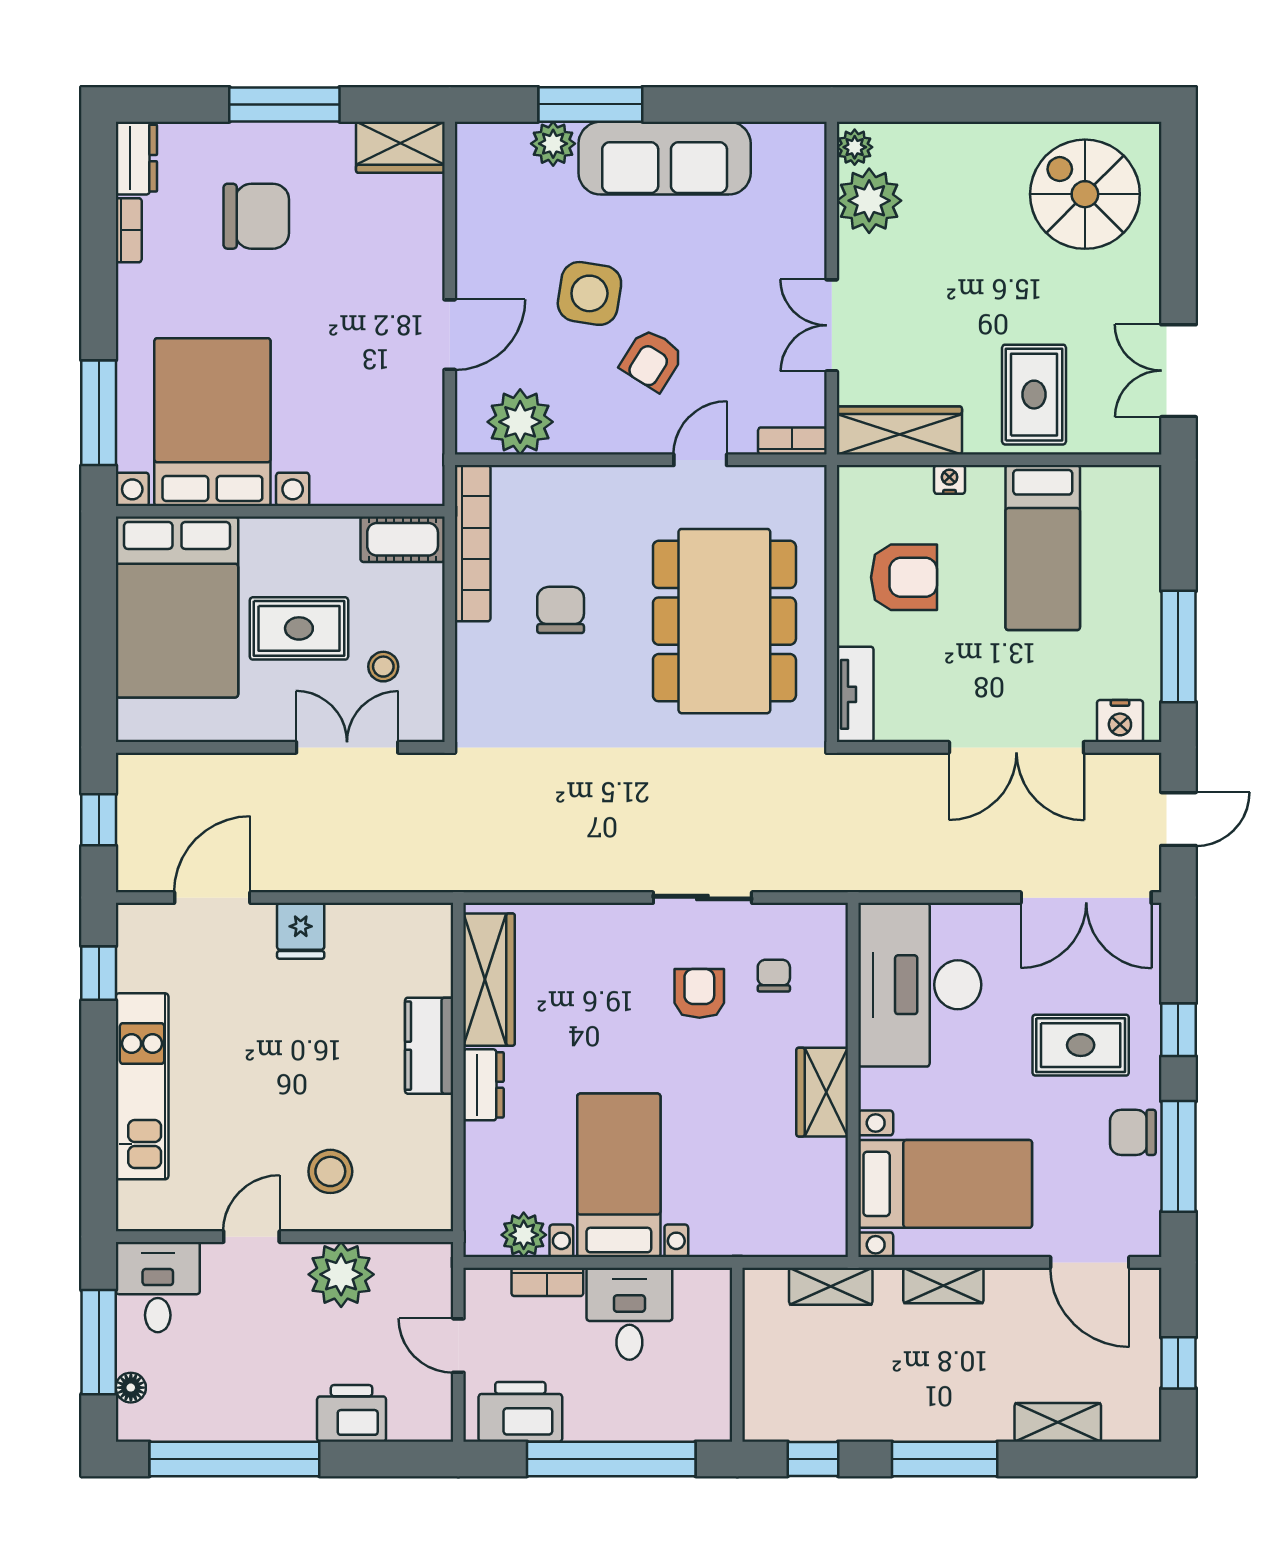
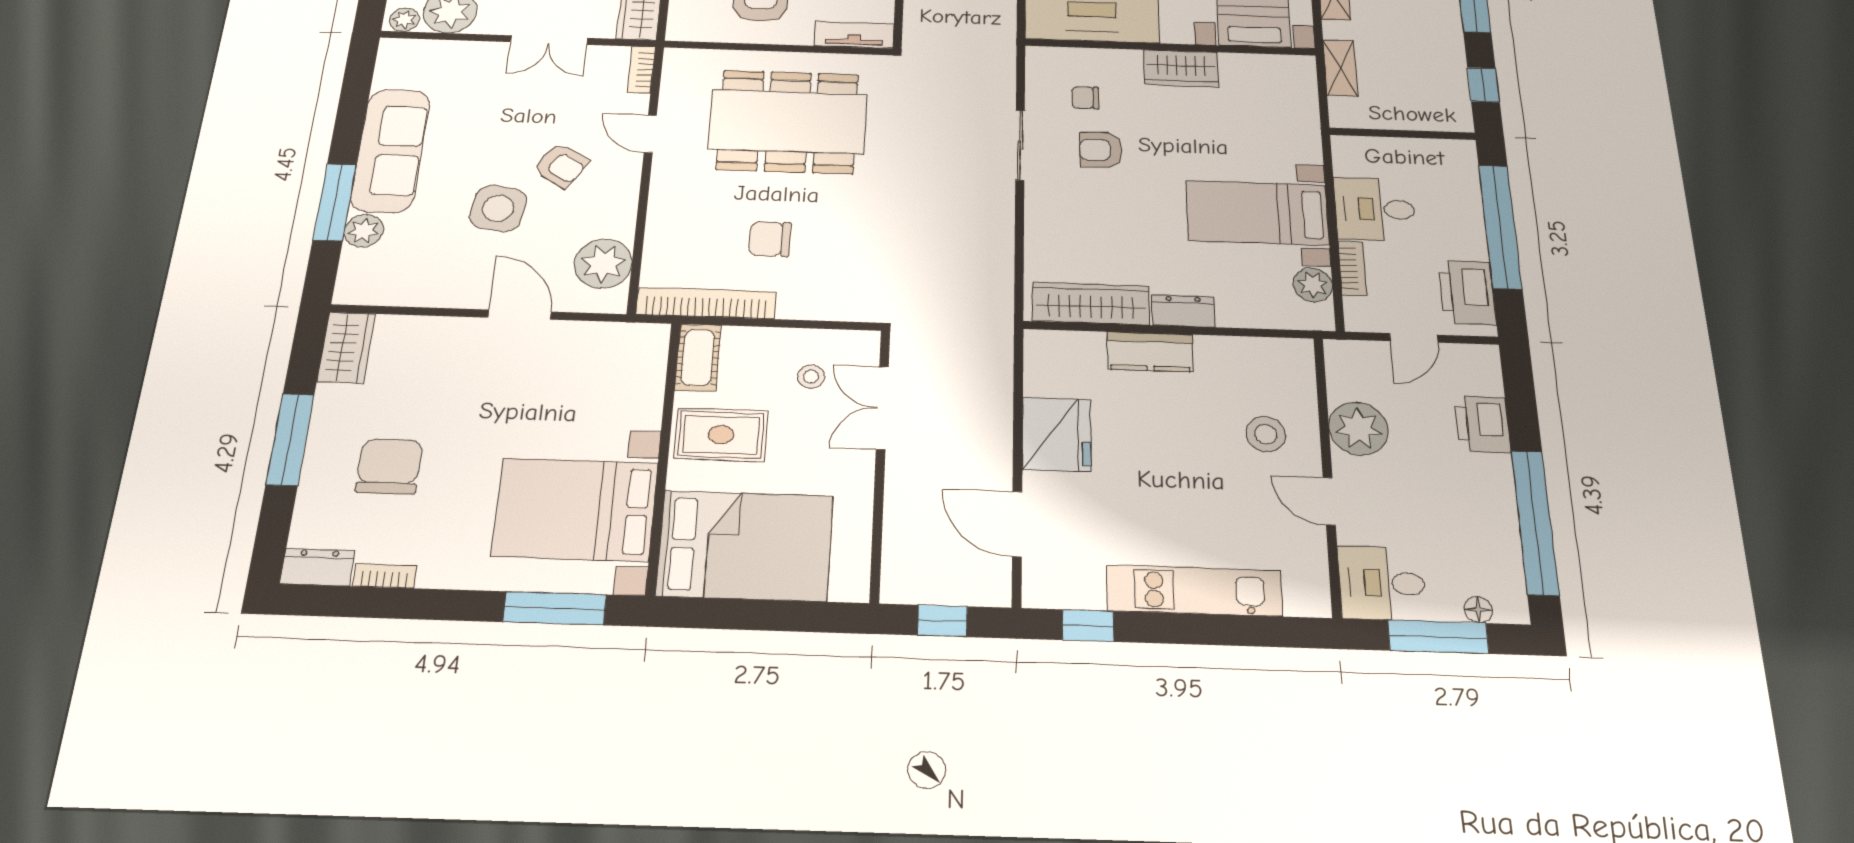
rug: (299, 628) -> (721, 435), moved, turned 90
fridge: (301, 931) -> (1057, 434), width x1.88, depth x1.34

